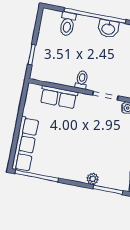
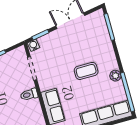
coffee table: (77, 146) -> (86, 71), added
plant: (93, 179) -> (115, 76), moved

